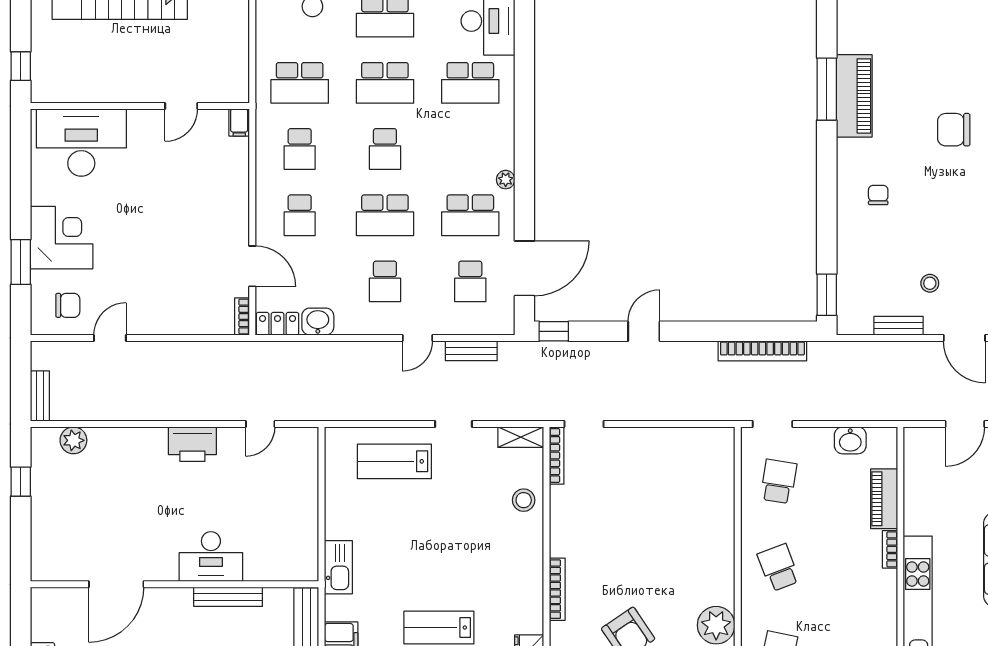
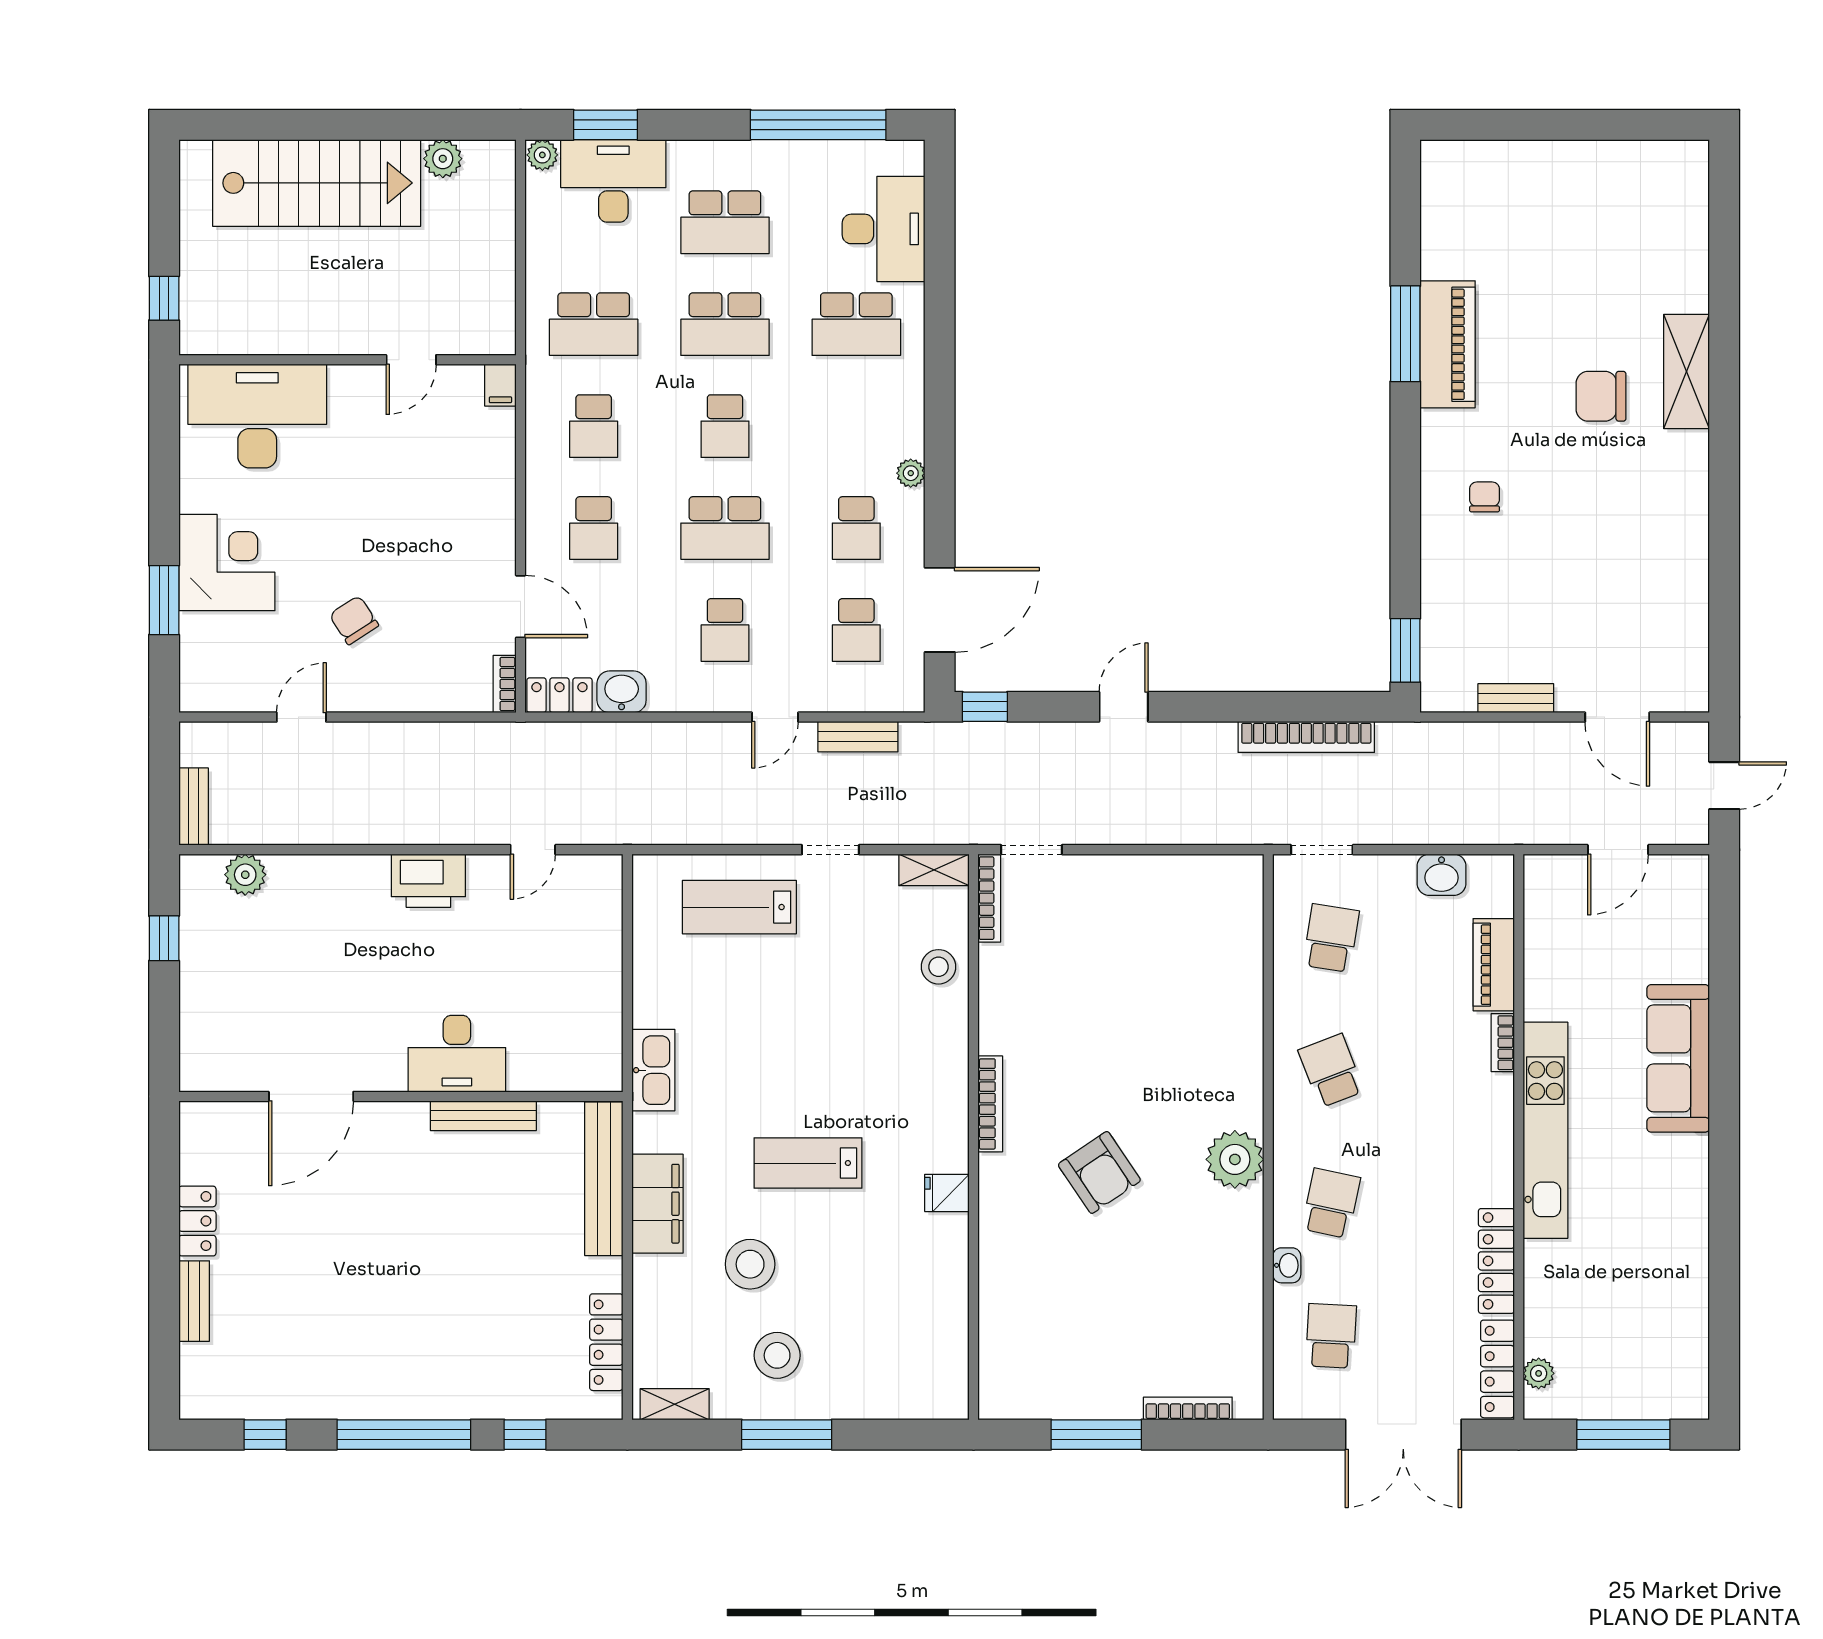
school desk: (470, 215) -> (856, 528), width x0.54
stool: (930, 283) -> (1564, 633), removed
chair: (68, 305) -> (354, 620), moved, turned -123

